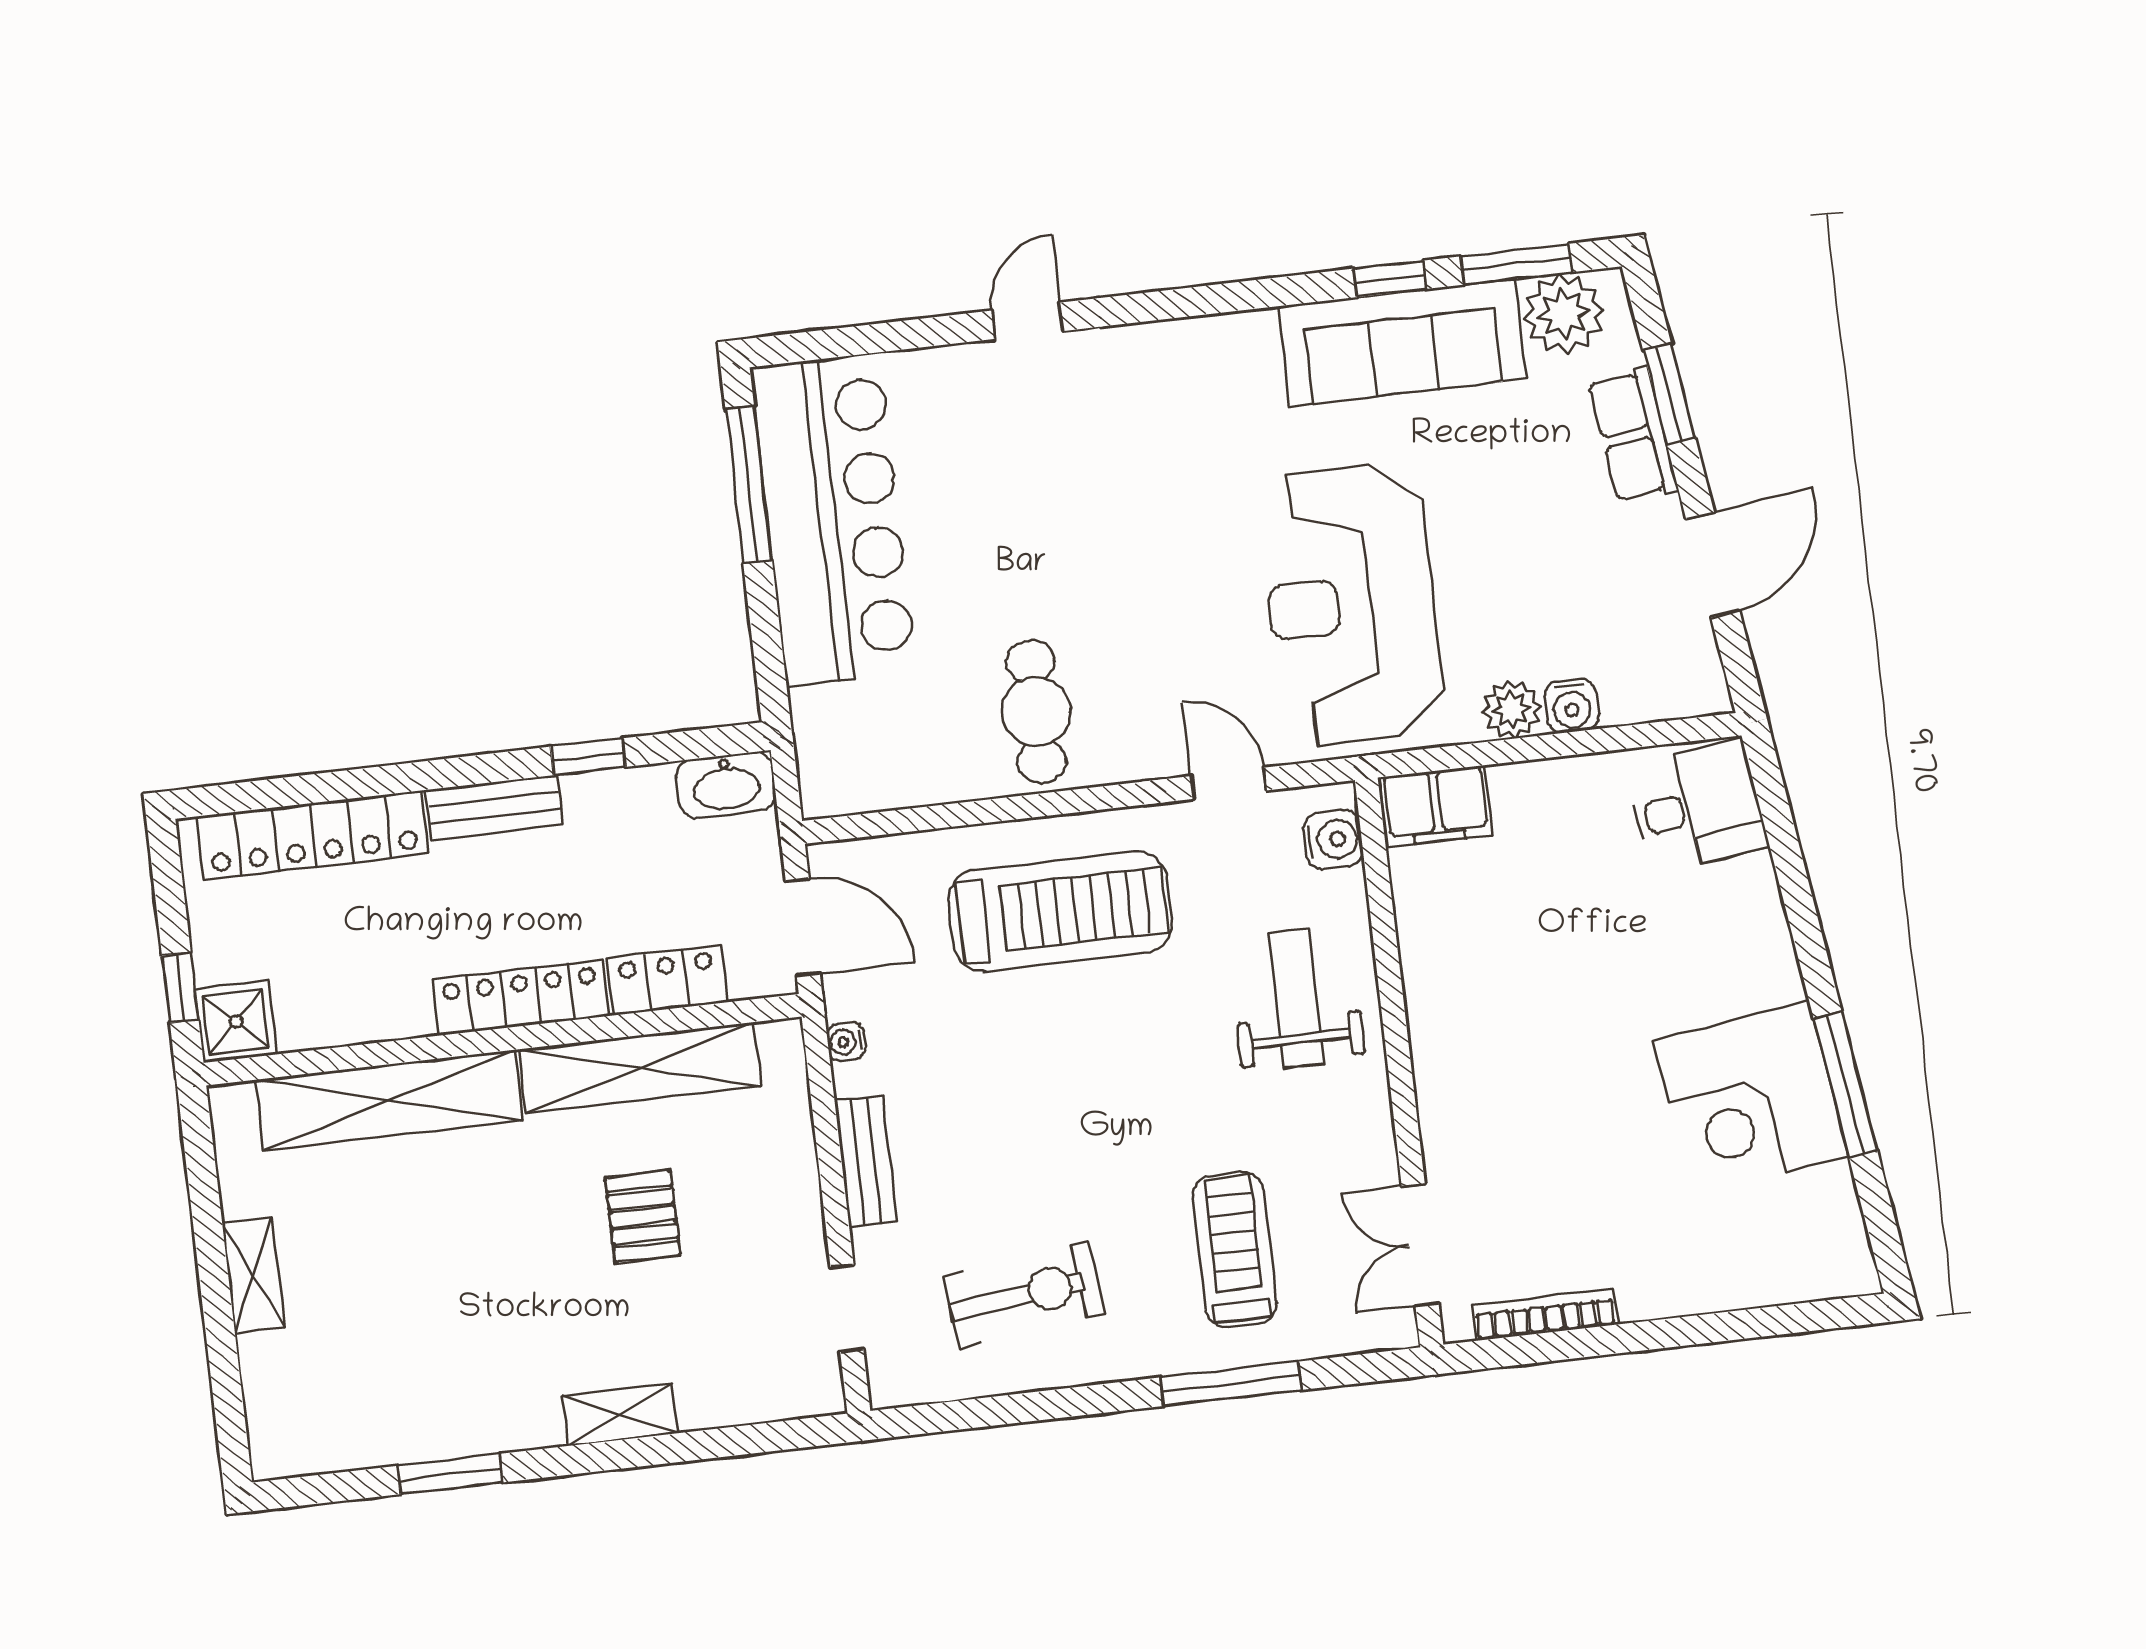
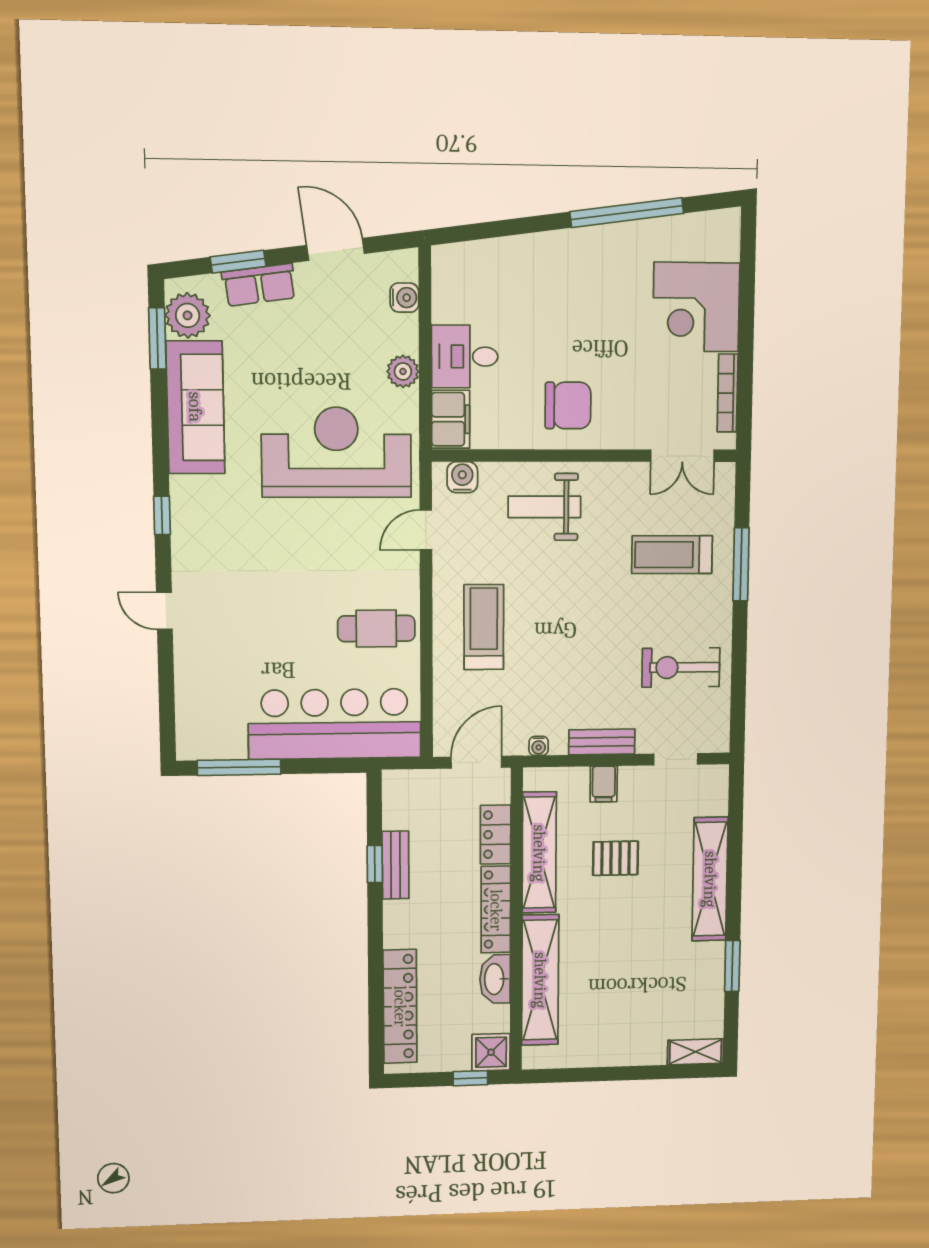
window: (1390, 279) -> (162, 515), moved
bar counter: (833, 520) -> (335, 724), moved
reception desk: (1352, 604) -> (336, 452), turned 180
water cooler: (1572, 706) -> (404, 298), moved
washbasin: (726, 785) -> (495, 979), moved, turned 180
bench: (494, 807) -> (395, 865), moved
desk: (1697, 807) -> (465, 356), moved, turned -82
treadmill: (1060, 911) -> (484, 627), width x0.73, depth x0.73
chair: (1487, 1019) -> (568, 405), added
window: (1845, 1084) -> (627, 213), width x1.46
corner desk: (1751, 1098) -> (696, 307), moved, turned 98
filing cabinet: (785, 1175) -> (604, 784), added
shelving: (253, 1275) -> (696, 1052), moved
exercise bike: (1024, 1295) -> (681, 667), turned -83
shelving: (620, 1415) -> (710, 879), width x2.20, depth x1.33

